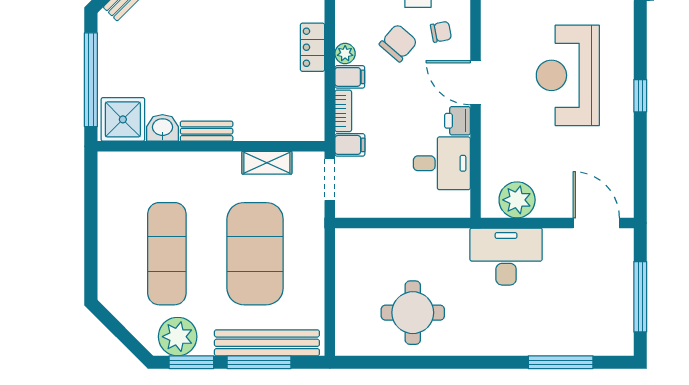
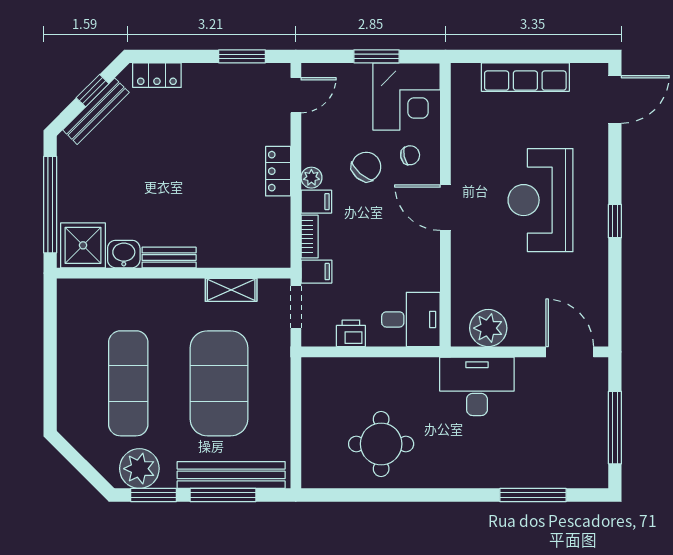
printer: (457, 121) -> (351, 333), moved, turned 90
desk: (442, 163) -> (411, 319), moved

